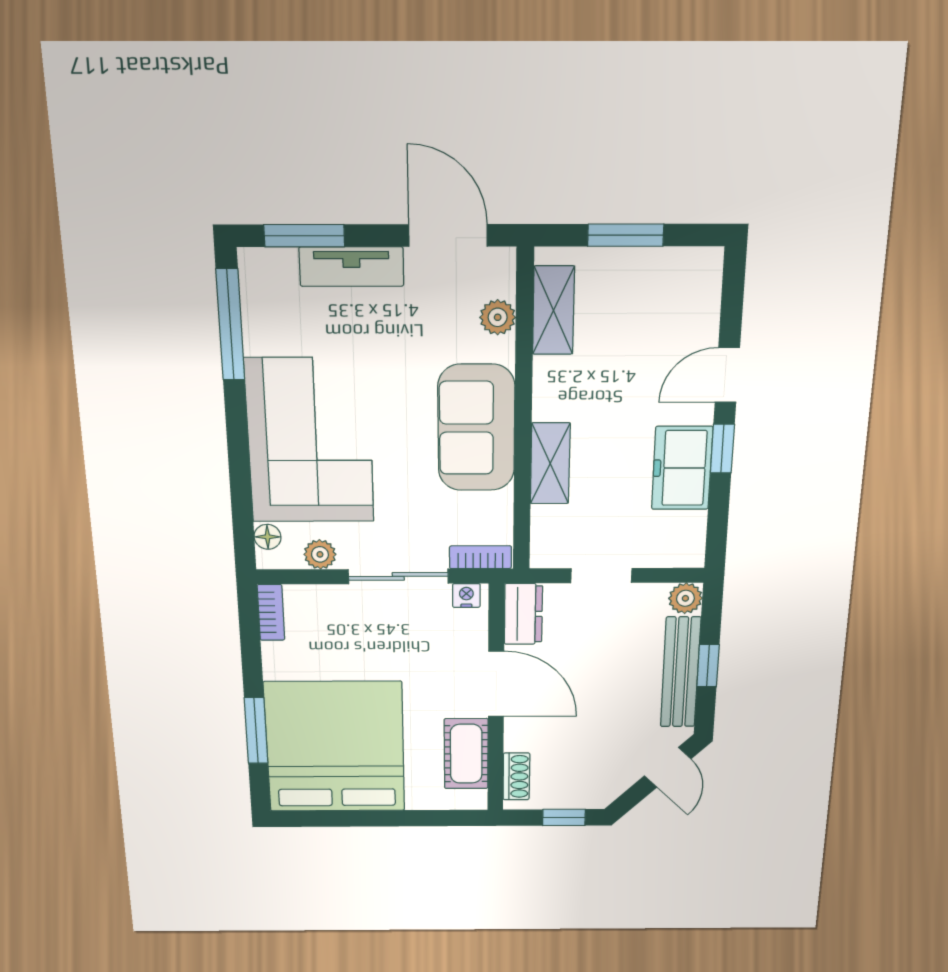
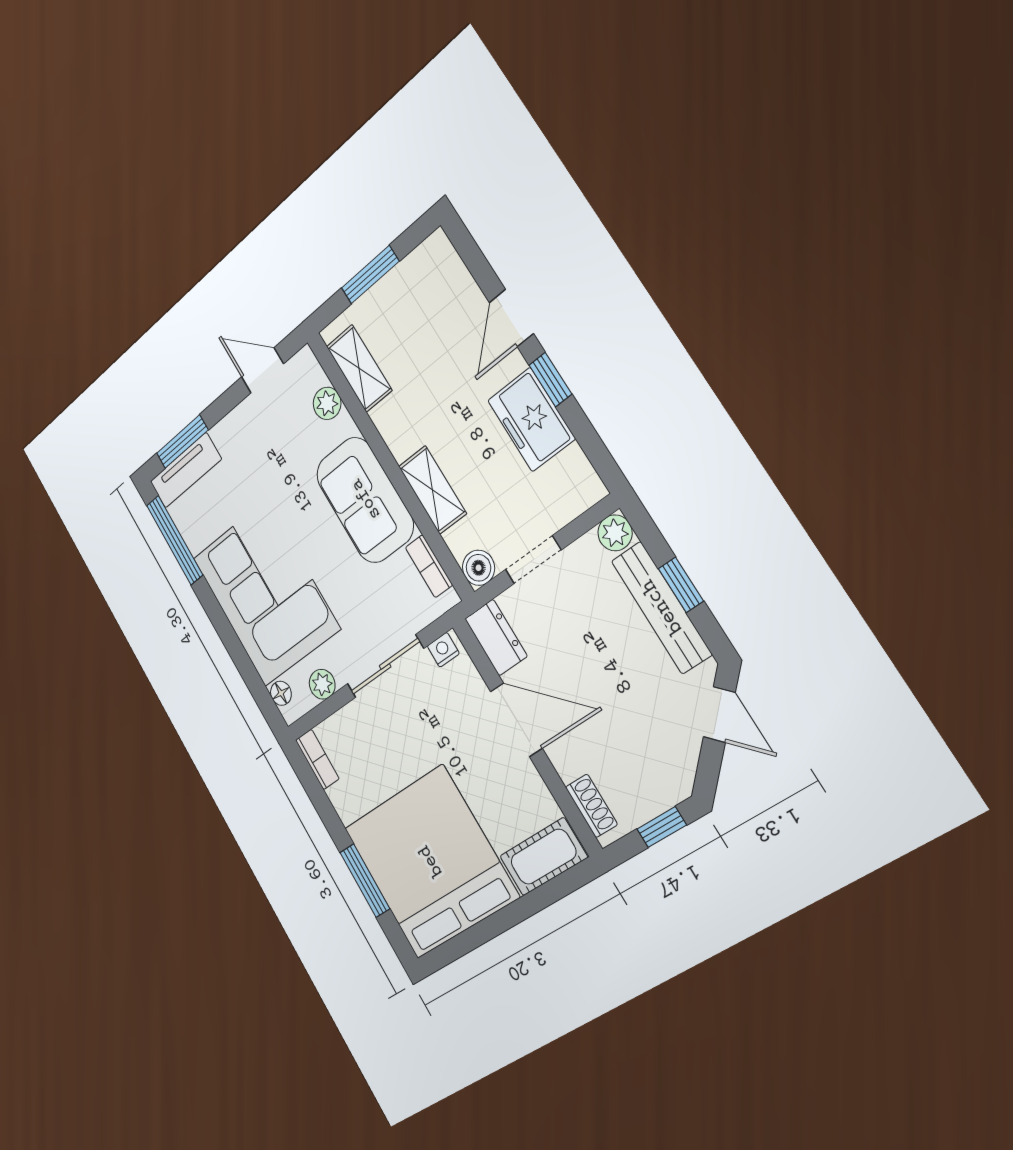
door: (448, 235) -> (262, 370), width x0.73
tv unit: (351, 267) -> (186, 470), moved
boiler: (547, 552) -> (479, 568), added
bookcase: (480, 557) -> (429, 566), moved, turned -90
cot: (466, 754) -> (543, 857), moved, turned 90

